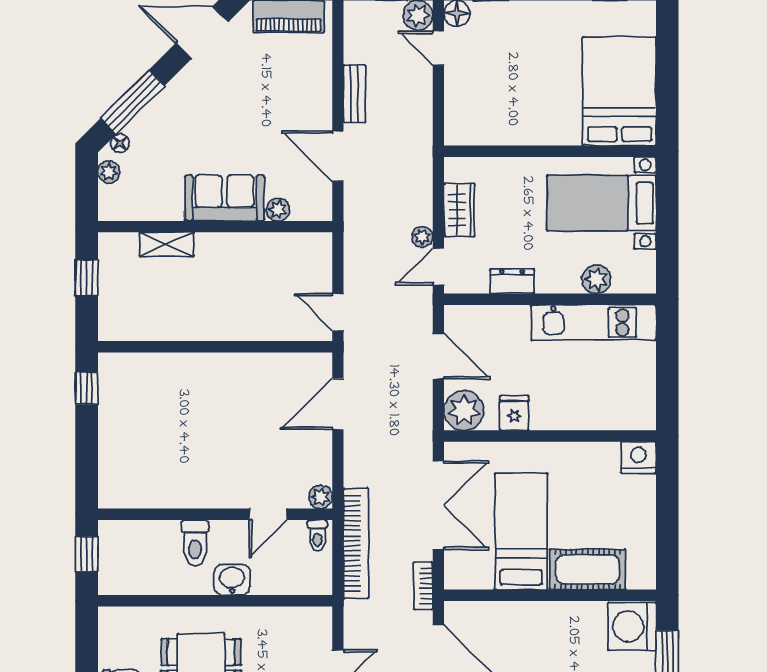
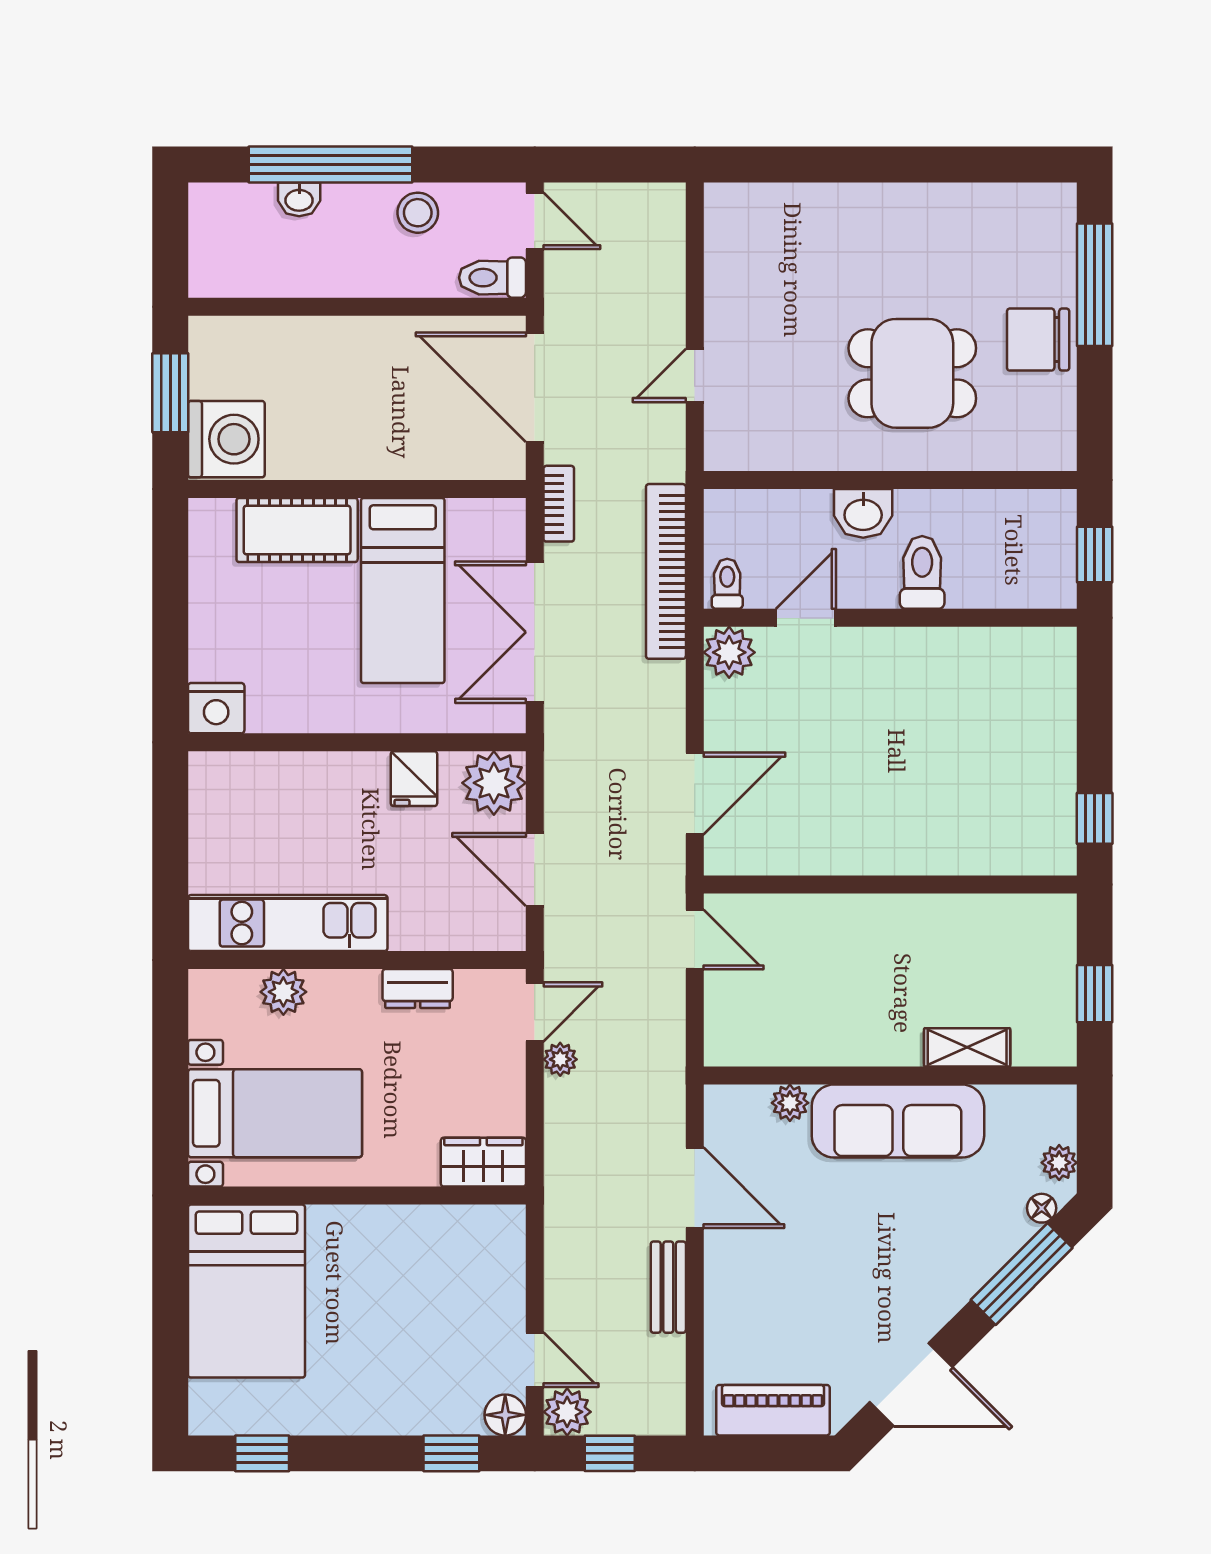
sofa: (224, 198) -> (898, 1121), width x1.36
wardrobe: (459, 210) -> (483, 1162), moved, turned 90
plant: (321, 497) -> (729, 652), width x1.38, depth x1.38

